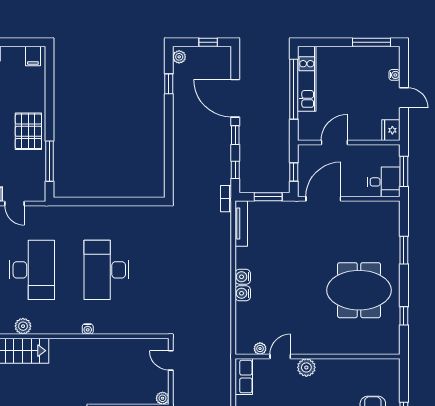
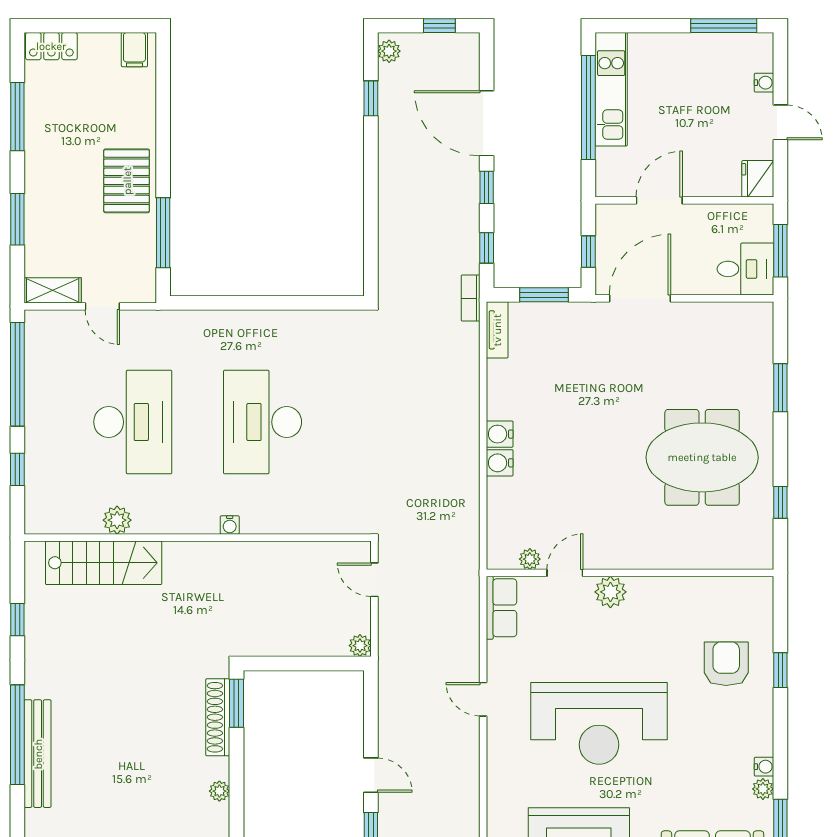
tv unit: (241, 224) -> (497, 330), width x0.71

